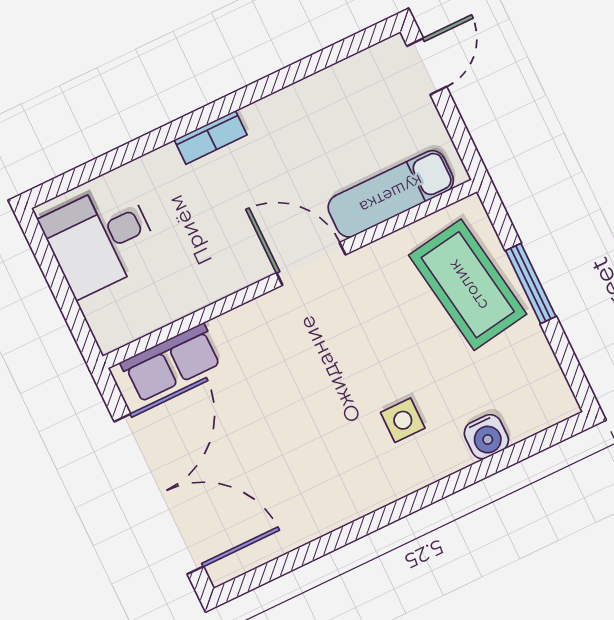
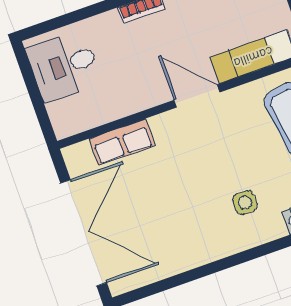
row of seats: (171, 363) -> (122, 142), moved

